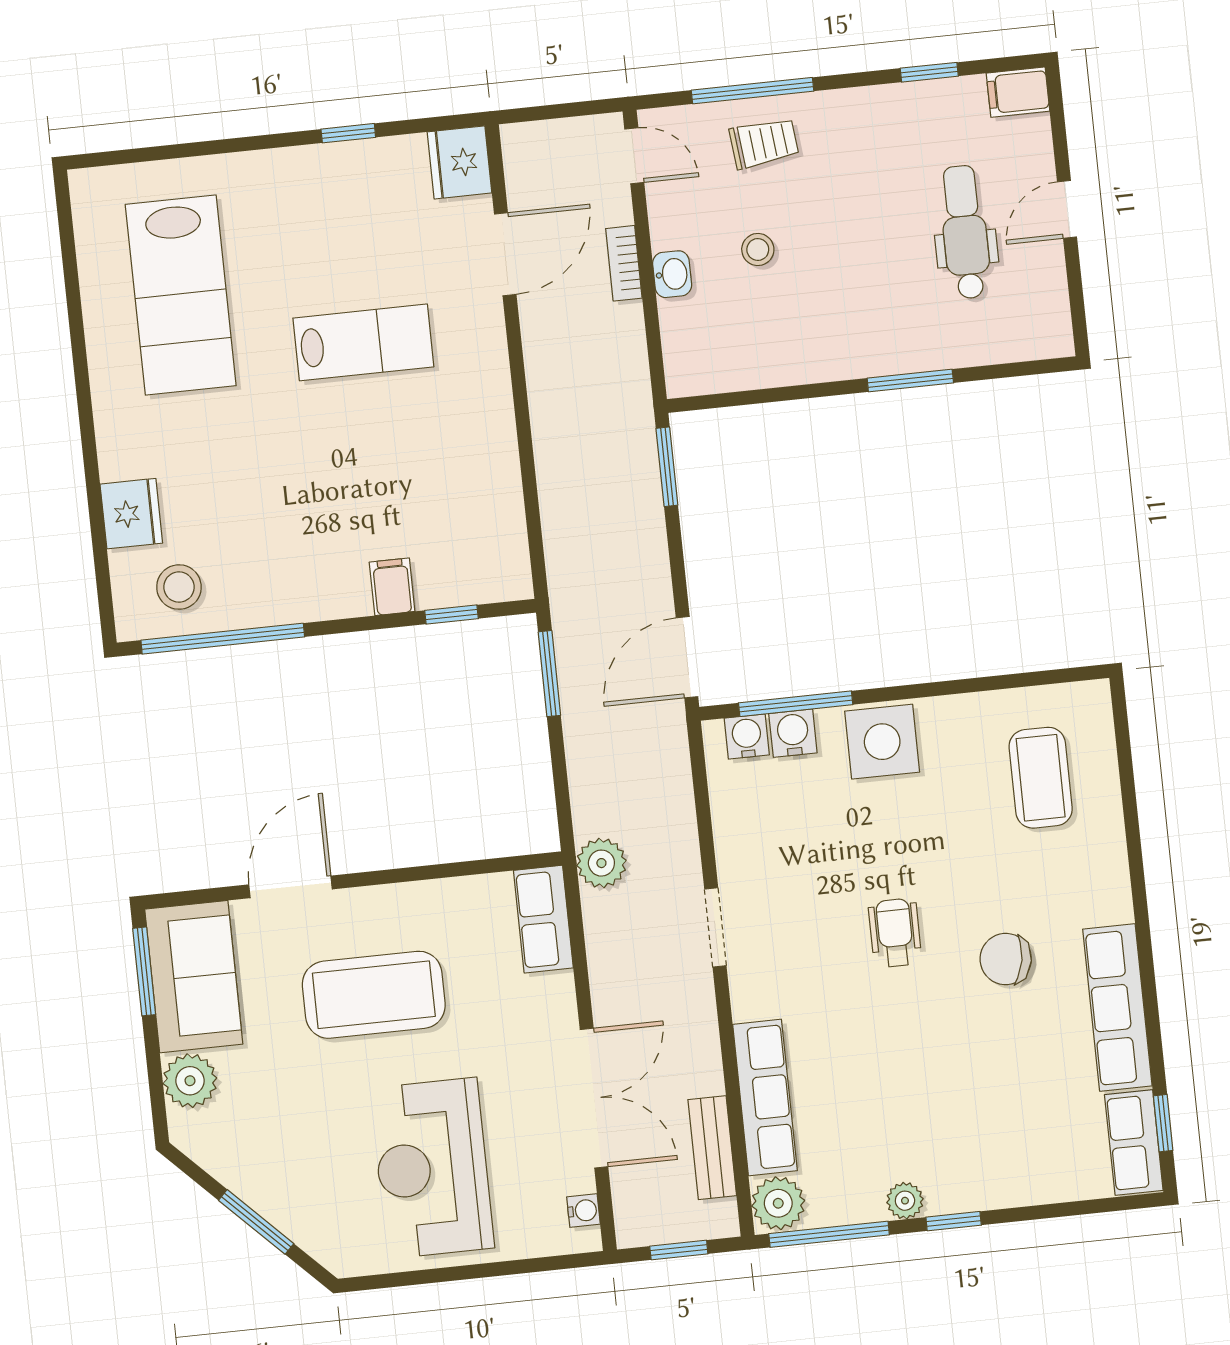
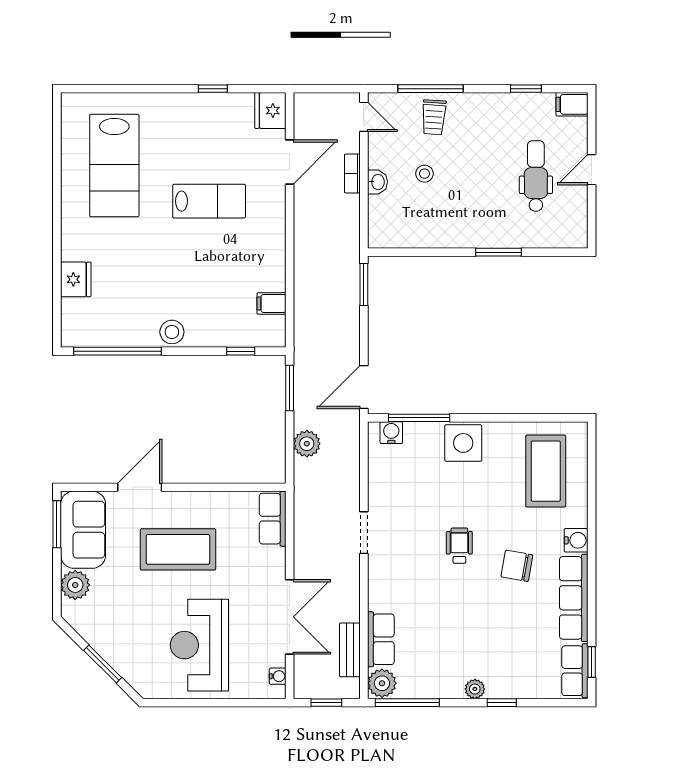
trolley: (764, 143) -> (434, 117), turned 100
stool: (179, 587) -> (172, 332), moved
filing cabinet: (392, 587) -> (271, 303), moved, turned -90
water cooler: (793, 733) -> (576, 540), moved, turned 90
coffee table: (1041, 778) -> (546, 471), width x1.36, depth x1.32
plant: (601, 863) -> (307, 444), moved
row of seats: (765, 1097) -> (381, 639), width x0.68
plant: (905, 1201) -> (475, 689), moved
window: (954, 1221) -> (502, 703), moved

